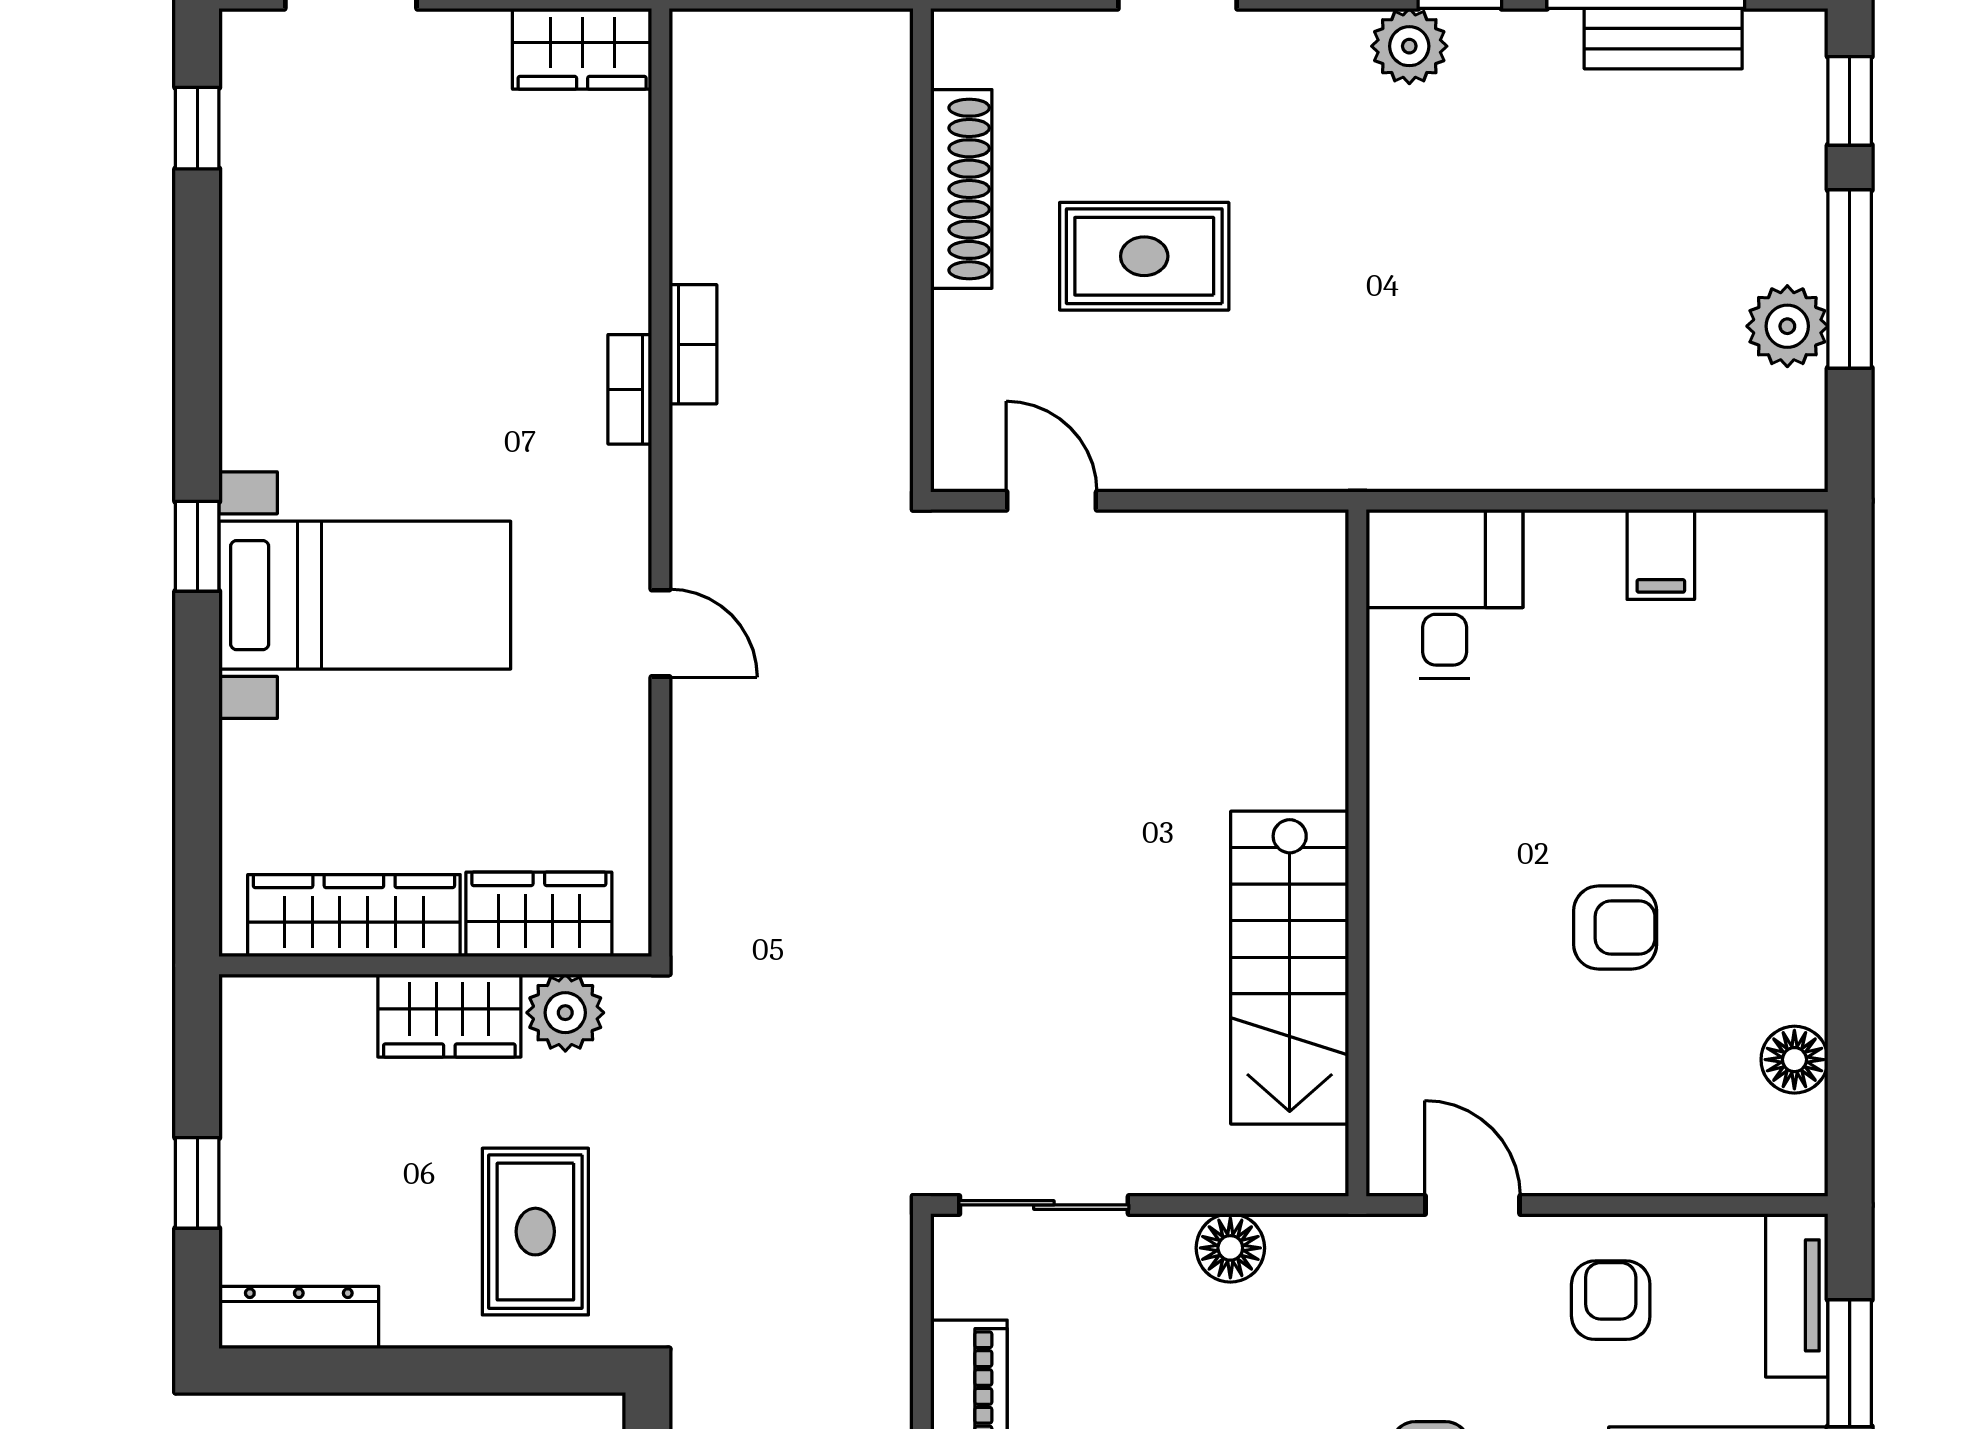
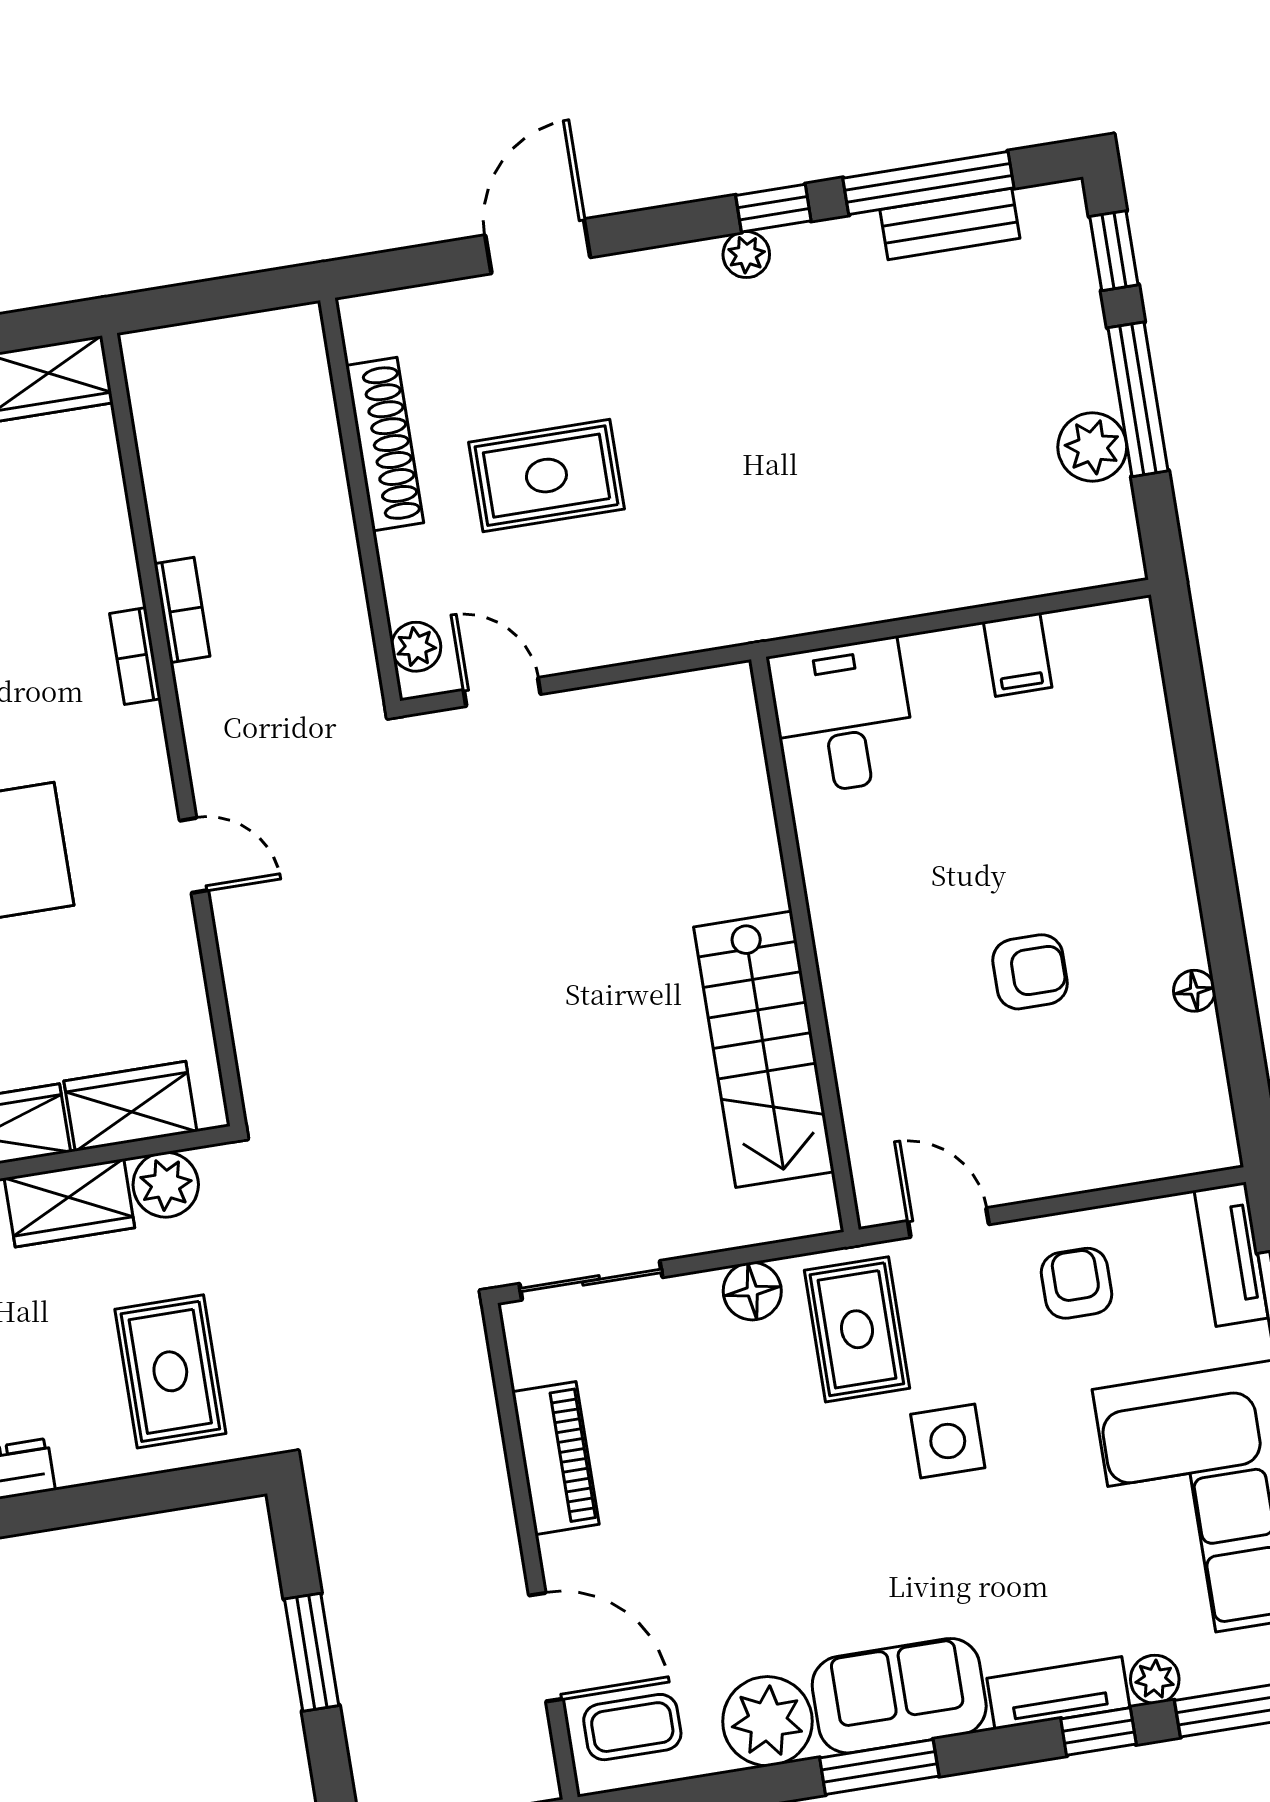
plant: (1409, 46) -> (746, 255), width x0.73, depth x0.73
plant: (960, 432) -> (416, 647), added
floor lamp: (1794, 1060) -> (1194, 991), moved, width x0.73, depth x0.73
rug: (1345, 1312) -> (857, 1329), added

